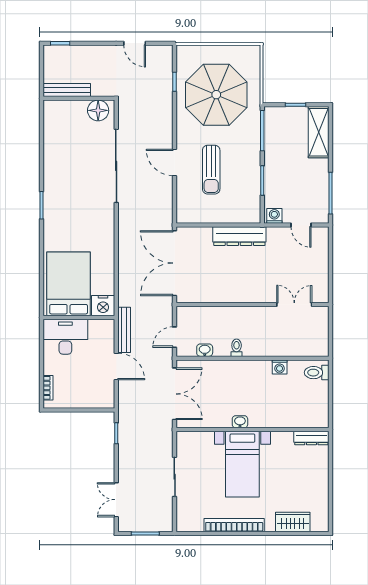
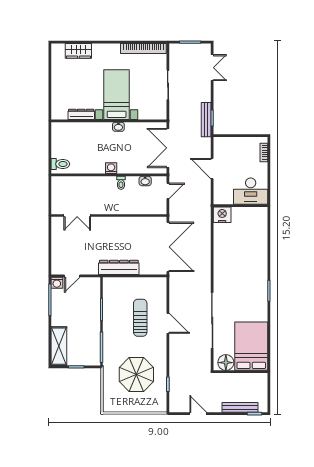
bench: (67, 90) -> (240, 407), moved
parasol: (216, 95) -> (136, 375), width x0.73, depth x0.73
washing machine: (274, 216) -> (57, 283), moved
door: (301, 225) -> (72, 276), swing flipped
bed: (69, 284) -> (251, 346), moved, turned 180
bench: (124, 330) -> (206, 120), moved
washing machine: (280, 367) -> (111, 168), moved
dresser: (311, 438) -> (81, 114), moved
bookcase: (234, 525) -> (143, 48), moved

